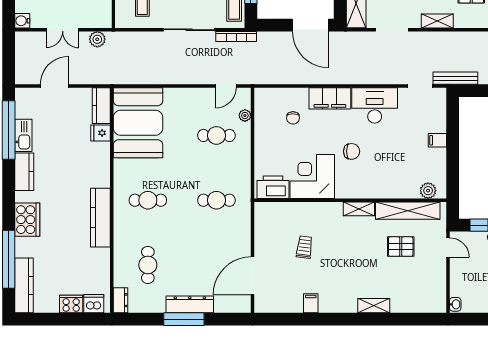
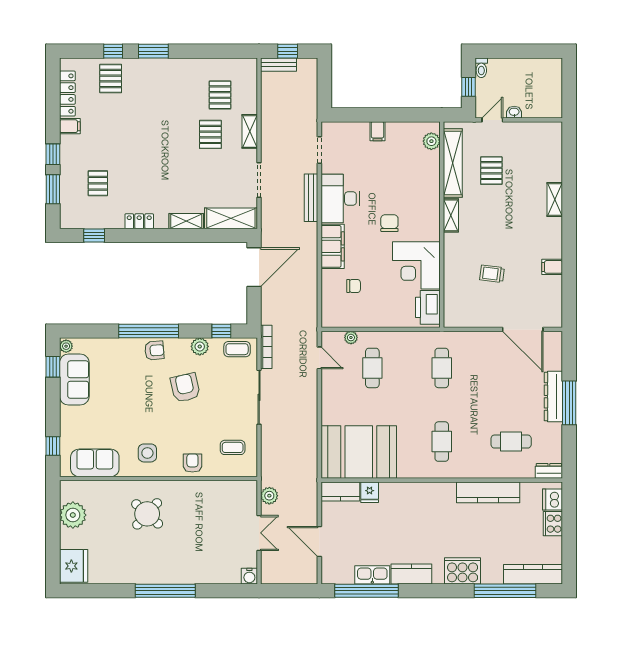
bench: (455, 78) -> (311, 198), moved
kitchen counter: (100, 218) -> (488, 492), moved
washbasin: (455, 304) -> (514, 112), moved

